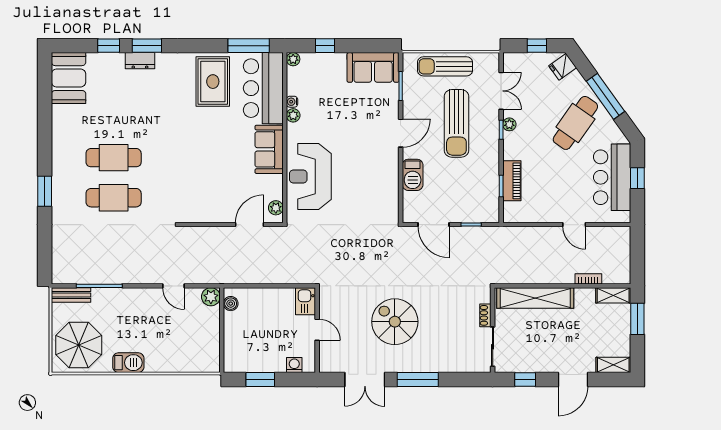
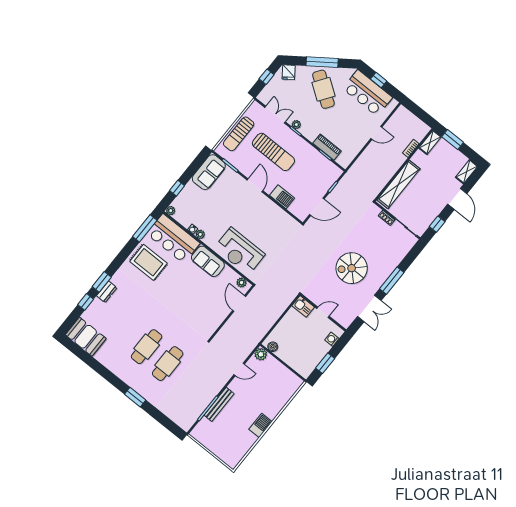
bench: (71, 295) -> (219, 404), moved, width x1.36
parasol: (79, 345) -> (230, 444), removed

